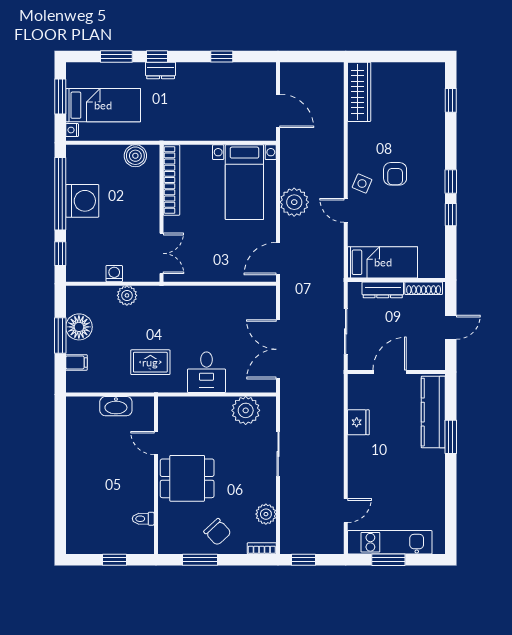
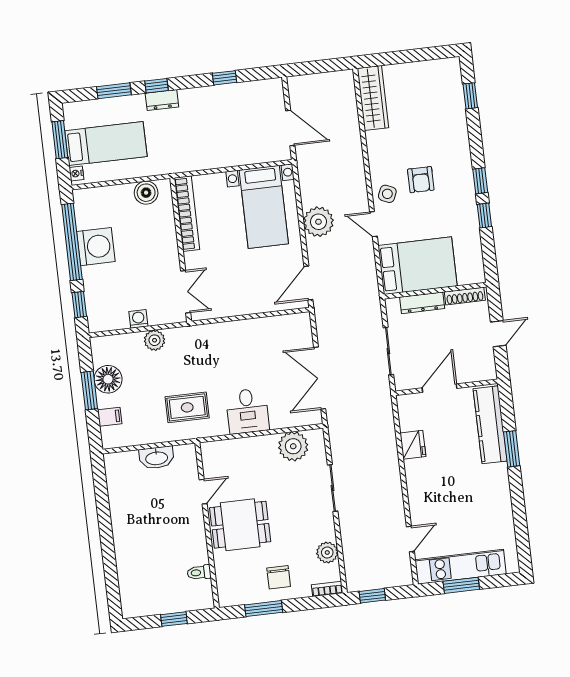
bed: (383, 262) -> (418, 266), width x1.50
door: (156, 443) -> (203, 492), swing flipped
chair: (217, 532) -> (279, 577), turned 43

